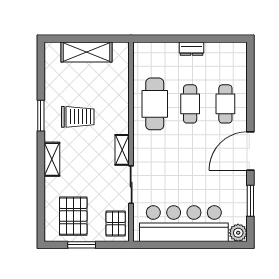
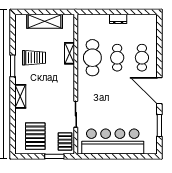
trolley: (78, 117) -> (34, 58), moved
shelving: (122, 150) -> (70, 53), moved
door: (250, 151) -> (159, 91), hinge flipped
plant: (238, 233) -> (151, 148), removed
window: (82, 245) -> (54, 156), moved

